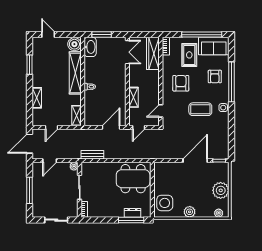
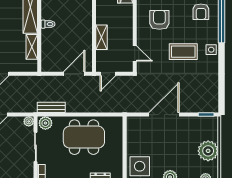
door: (161, 111) -> (135, 54), swing flipped
shelving: (76, 116) -> (32, 47), moved
door: (195, 161) -> (164, 115), moved
plant: (88, 168) -> (45, 123), added
dining table: (133, 179) -> (84, 137), moved

